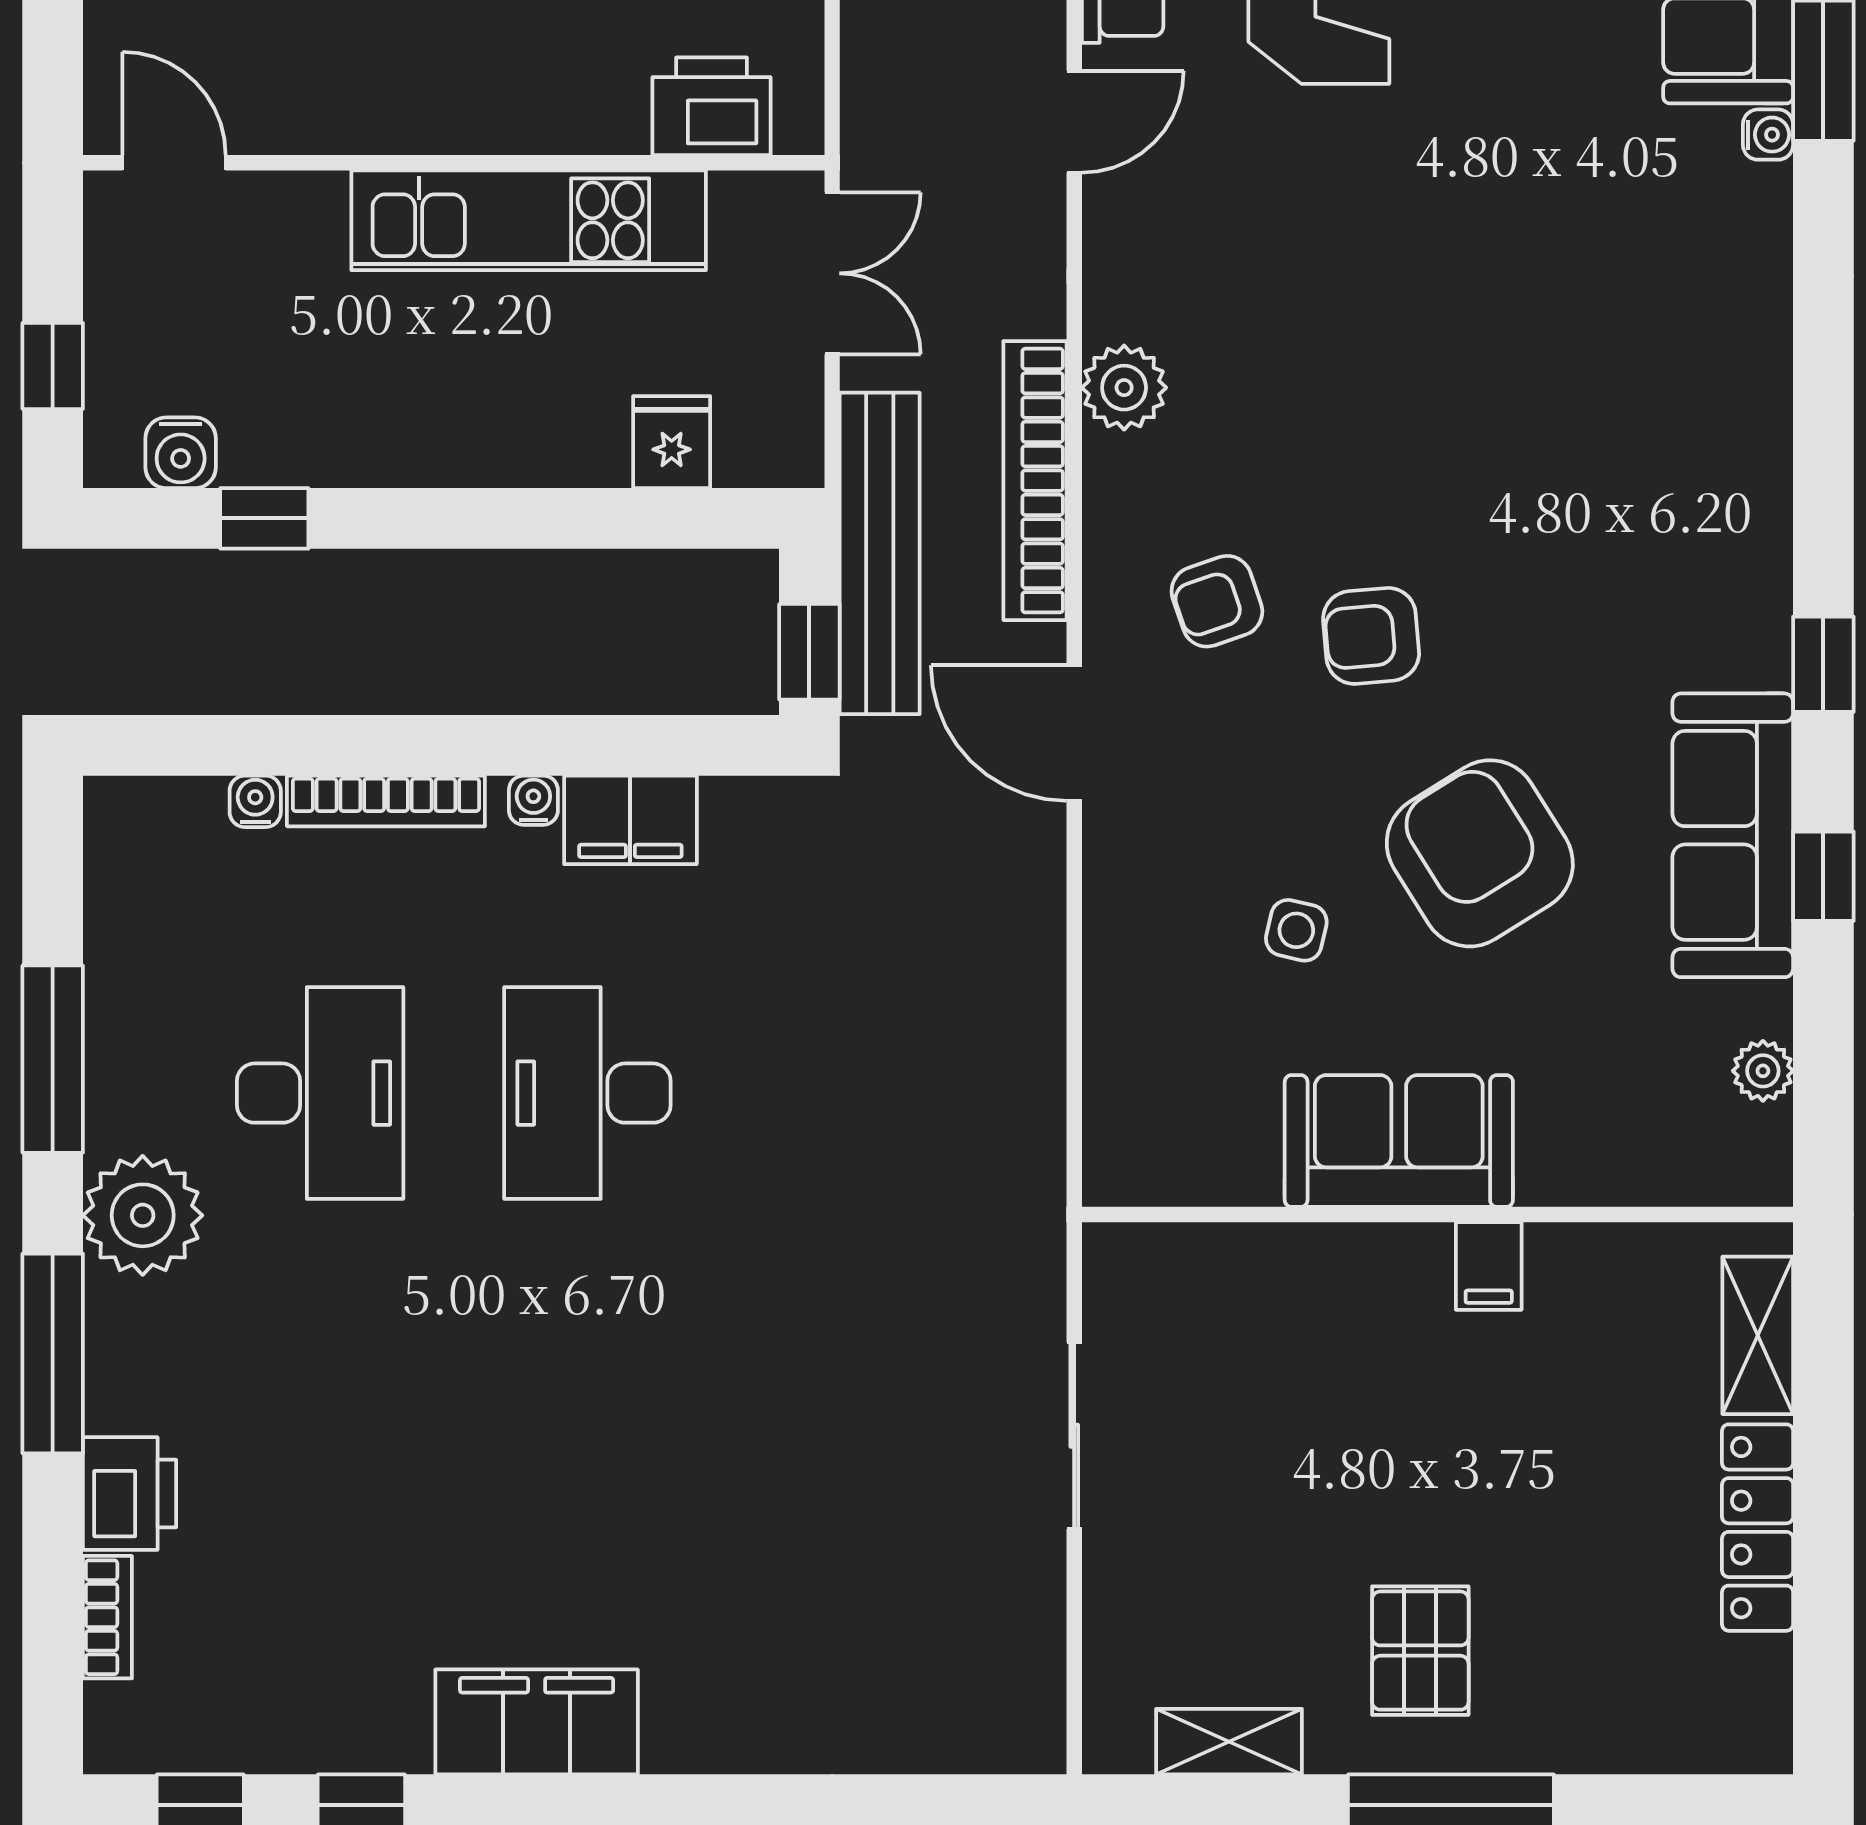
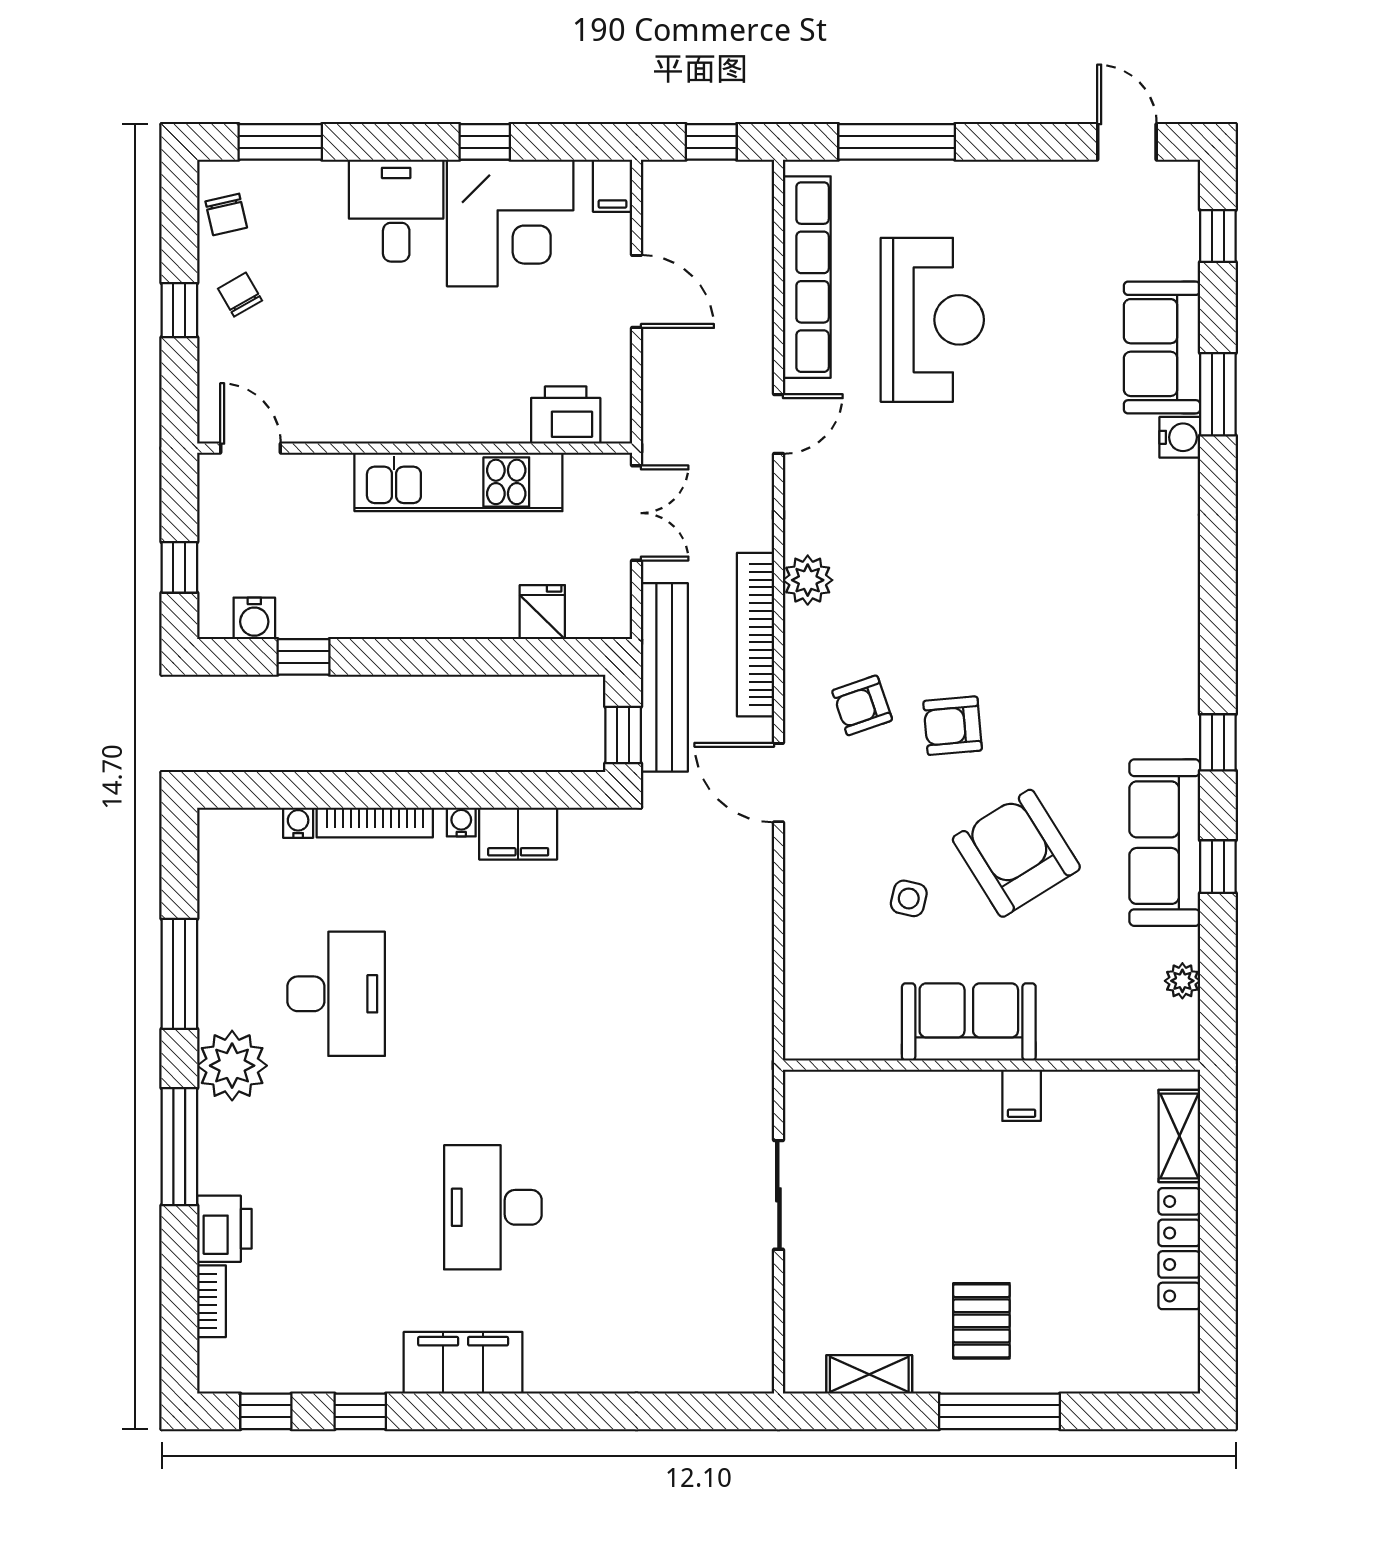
water cooler: (1768, 135) -> (1180, 437), width x1.38, depth x1.38
desk: (587, 1093) -> (493, 1207), moved

